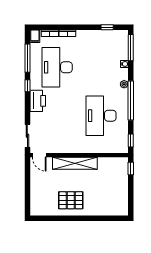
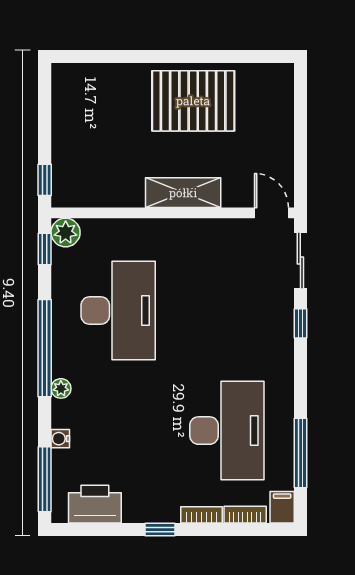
window: (107, 27) -> (160, 529), moved
window: (27, 86) -> (300, 323), moved
printer: (38, 101) -> (95, 504), moved, turned 90
plant: (122, 147) -> (66, 232), added
shelving: (75, 163) -> (183, 193), width x0.68
pallet: (71, 200) -> (193, 101), width x1.37, depth x1.41

